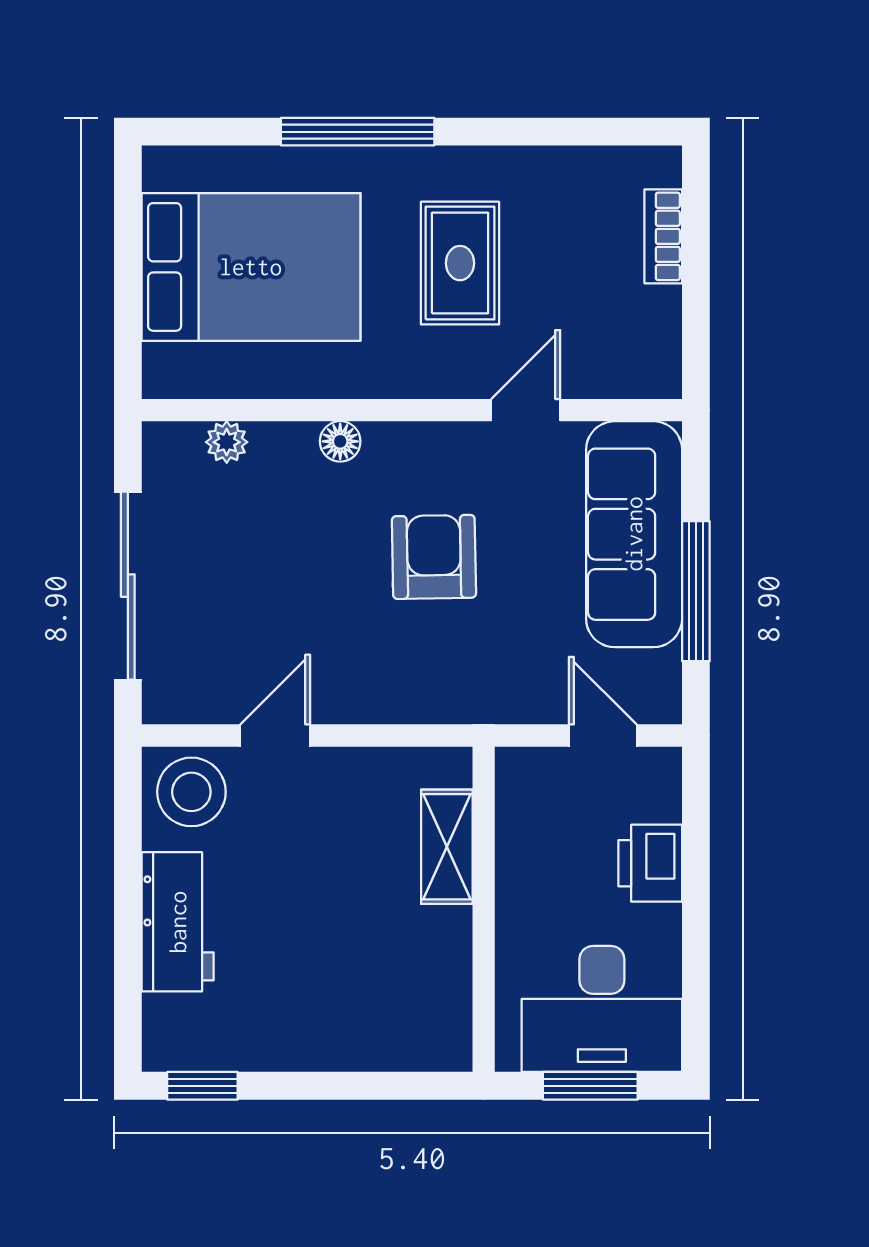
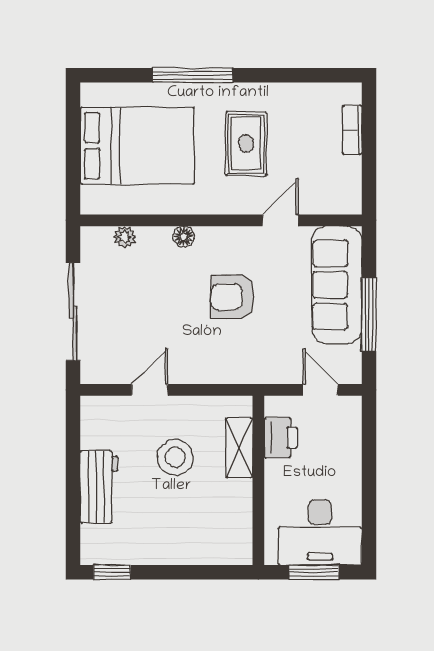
armchair: (434, 557) -> (233, 297), turned -89
stool: (191, 792) -> (175, 457), moved
printer: (650, 863) -> (281, 438), moved, turned 180

